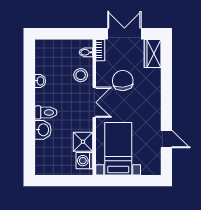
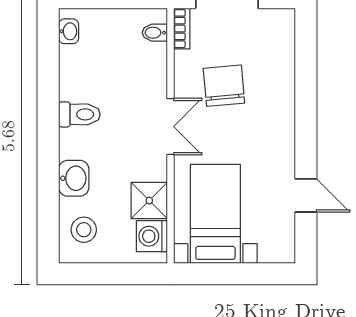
wardrobe: (153, 53) -> (280, 35), removed
stool: (81, 75) -> (84, 230), moved
washbasin: (40, 81) -> (69, 31), moved
toilet: (46, 112) -> (79, 114), moved

